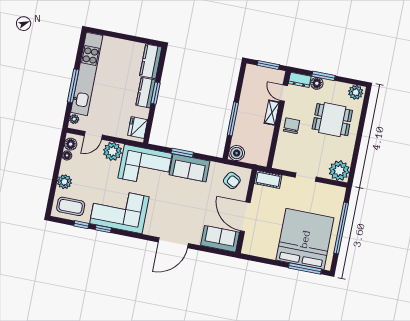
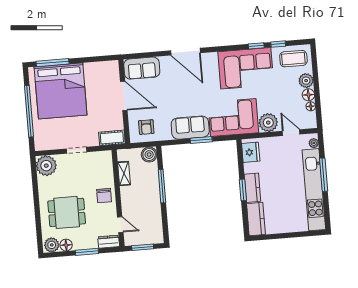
floor lamp: (317, 83) -> (66, 245), moved
shelving: (272, 113) -> (124, 173), moved
door: (93, 135) -> (291, 133), hinge flipped
floor lamp: (71, 144) -> (308, 95), moved
armchair: (232, 180) -> (146, 127), turned -118
door: (173, 243) -> (186, 52), swing flipped

